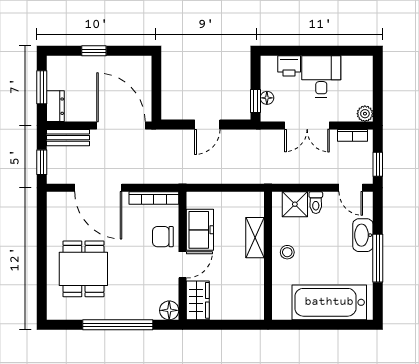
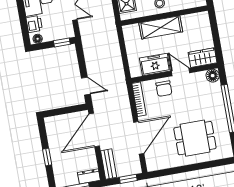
floor lamp: (267, 98) -> (38, 39), moved
door: (207, 125) -> (86, 86), moved
shelving: (255, 238) -> (161, 27), width x1.50, depth x1.33

